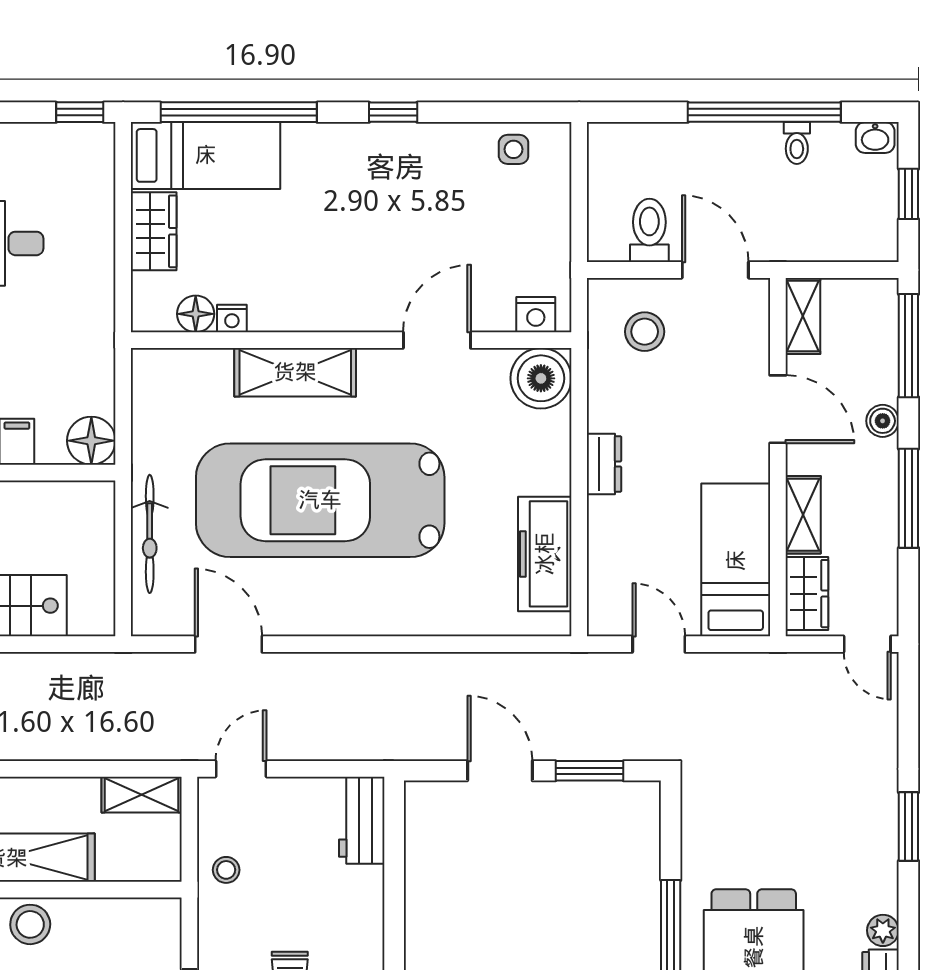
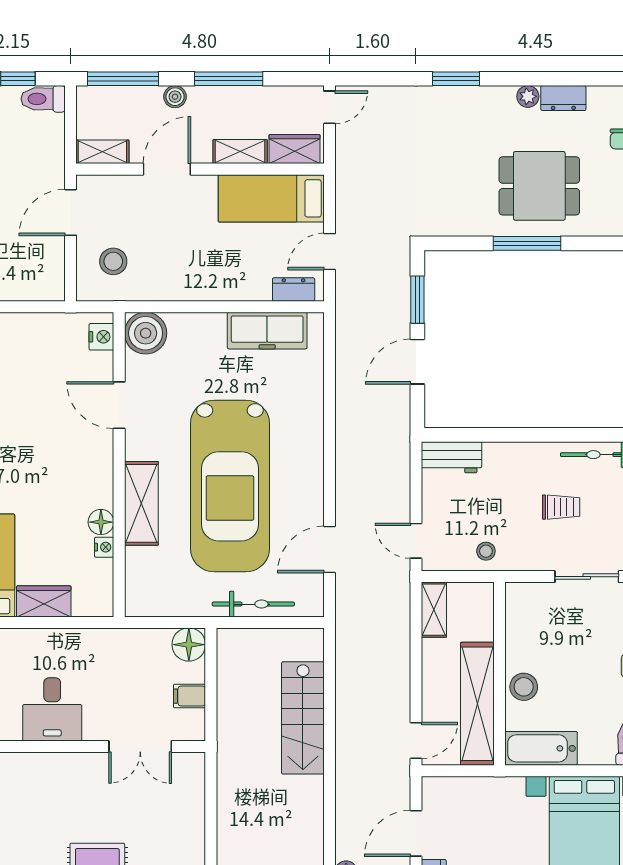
toilet: (649, 230) -> (43, 99), moved
floor lamp: (196, 314) -> (101, 522), moved
dresser: (604, 464) -> (294, 290), moved

